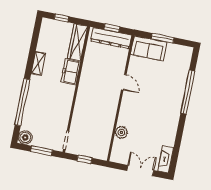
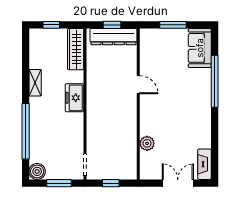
sofa: (149, 48) -> (200, 48), moved, turned 90
freezer: (71, 72) -> (74, 98), moved

